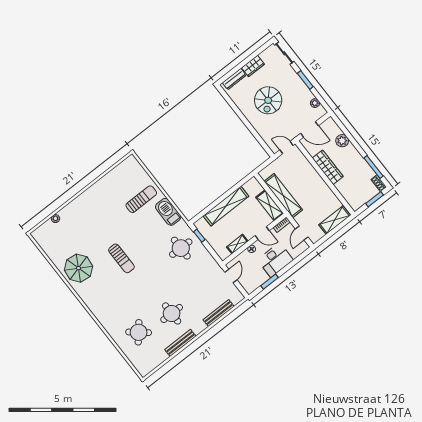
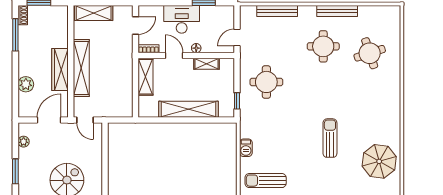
door: (309, 130) -> (49, 120), hinge flipped
shelving: (283, 196) -> (81, 68), moved
barbecue: (168, 212) -> (246, 148), width x0.53, depth x0.65
round table: (181, 248) -> (266, 82), moved
round table: (139, 332) -> (370, 53), turned 32

